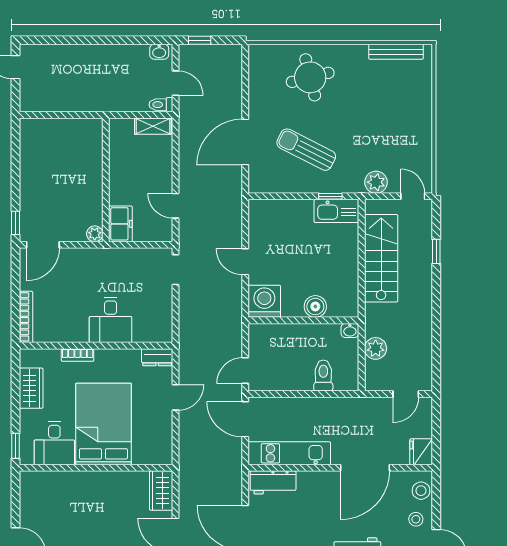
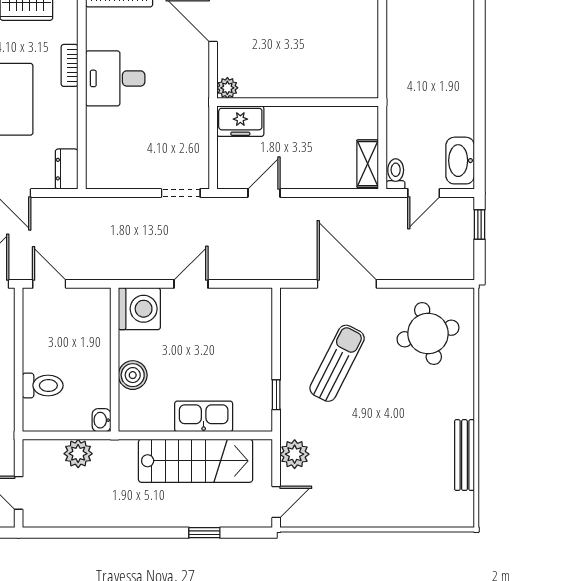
washbasin: (159, 52) -> (460, 161), width x1.91, depth x1.45
bench: (396, 52) -> (464, 455), moved
round table: (310, 77) -> (428, 333), moved
kitchen sink: (336, 211) -> (204, 416), moved, turned 90
desk: (111, 320) -> (115, 78), moved

